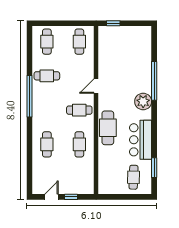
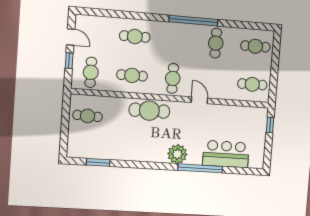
bar counter: (141, 140) -> (226, 154), moved
cafe table: (134, 177) -> (88, 116), moved
cafe table: (79, 179) -> (91, 72), added

